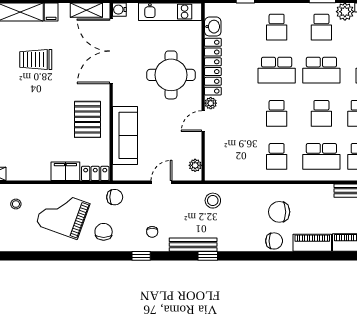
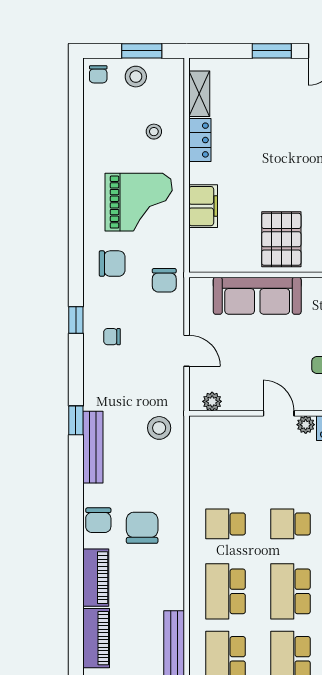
school desk: (321, 113) -> (290, 591), width x1.85
pallet: (87, 119) -> (281, 239), turned 90
locker: (95, 173) -> (200, 140), moved
grand piano: (63, 214) -> (139, 202), turned 70
bench: (193, 245) -> (93, 447), moved

